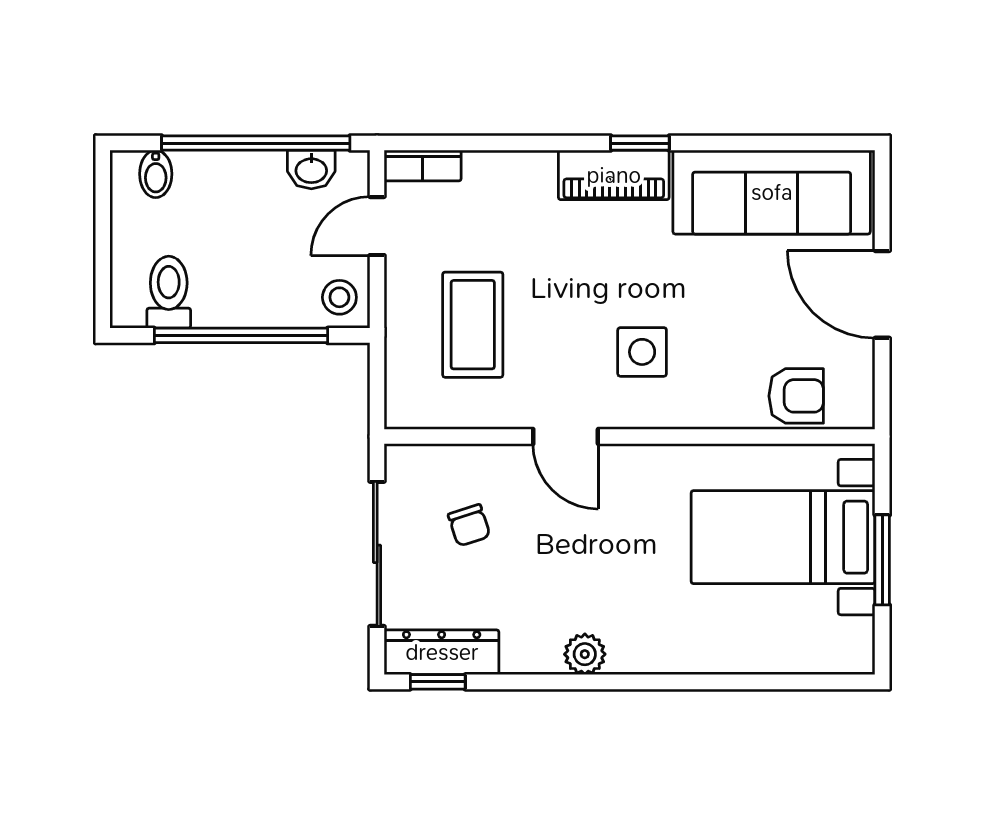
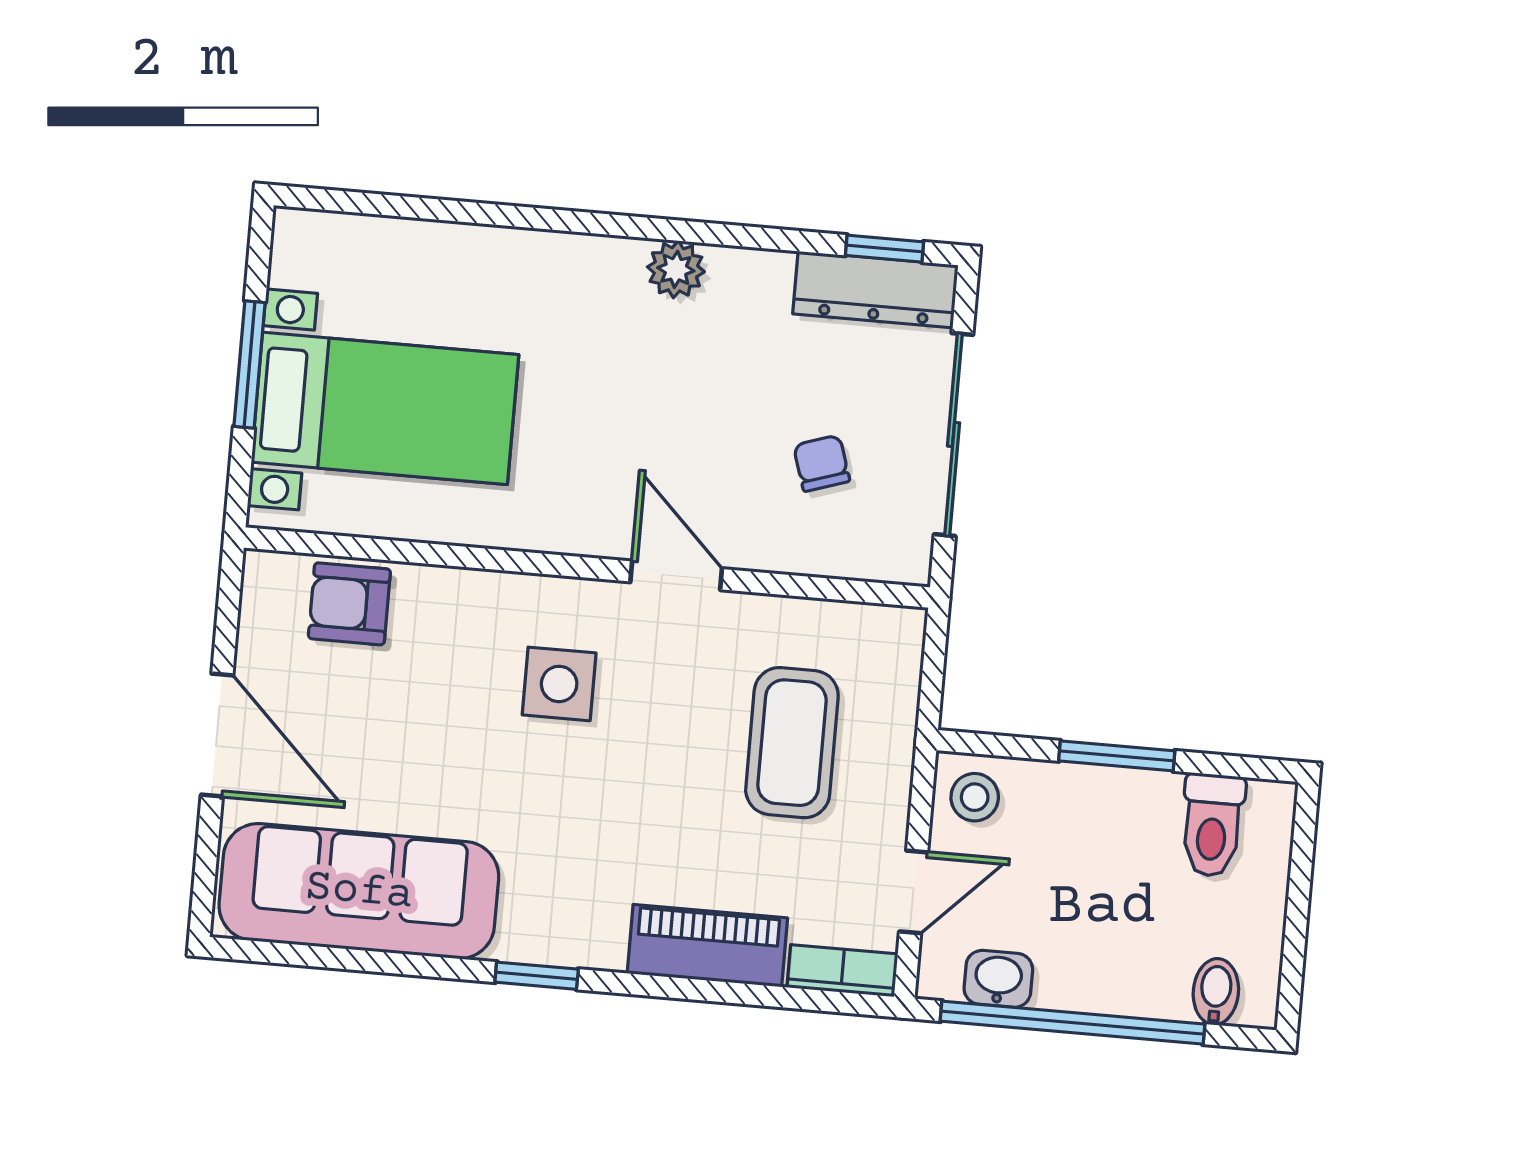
piano: (614, 175) -> (707, 946), moved
window: (241, 335) -> (1117, 756), width x0.47

